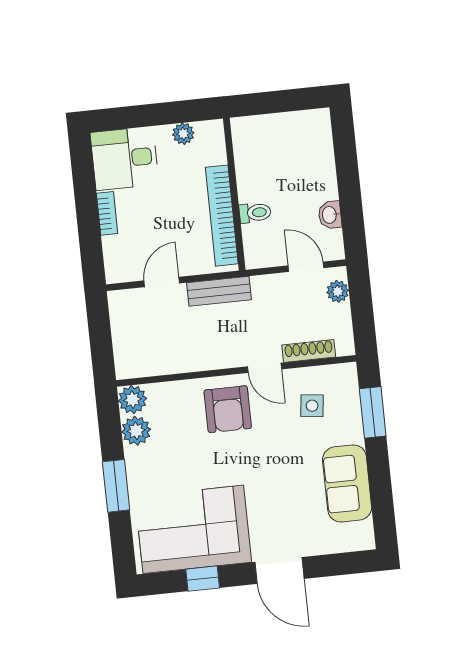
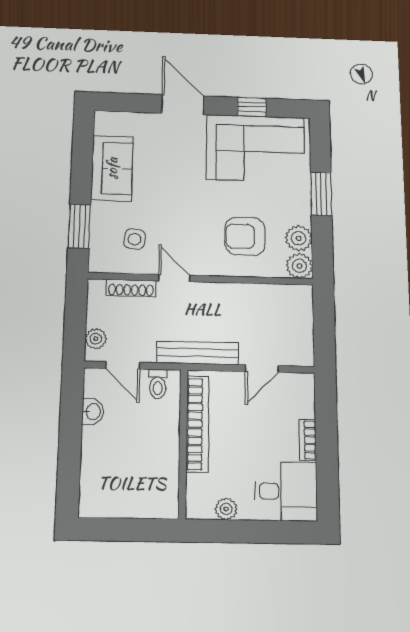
toilet: (255, 213) -> (158, 384), moved, turned -90
bench: (219, 291) -> (198, 353), width x1.36
armchair: (228, 409) -> (245, 236), moved, turned -90

